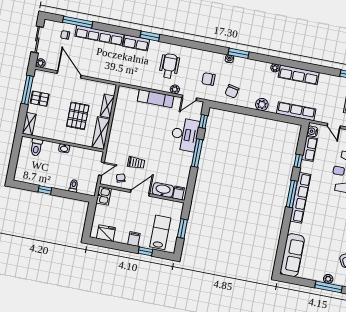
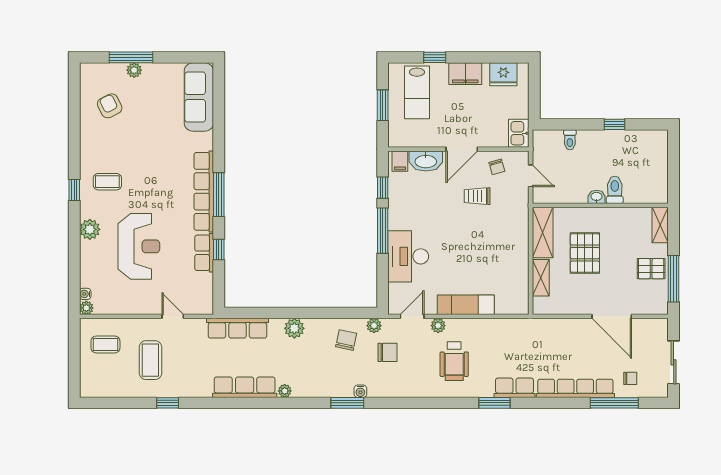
plant: (41, 63) -> (374, 326), moved
window: (203, 122) -> (383, 188), moved
water cooler: (312, 131) -> (205, 301), removed
toilet: (36, 147) -> (615, 190), moved
row of seats: (310, 149) -> (204, 253), moved
door: (101, 169) -> (531, 176), swing flipped
filing cabinet: (134, 239) -> (465, 74), width x2.00

